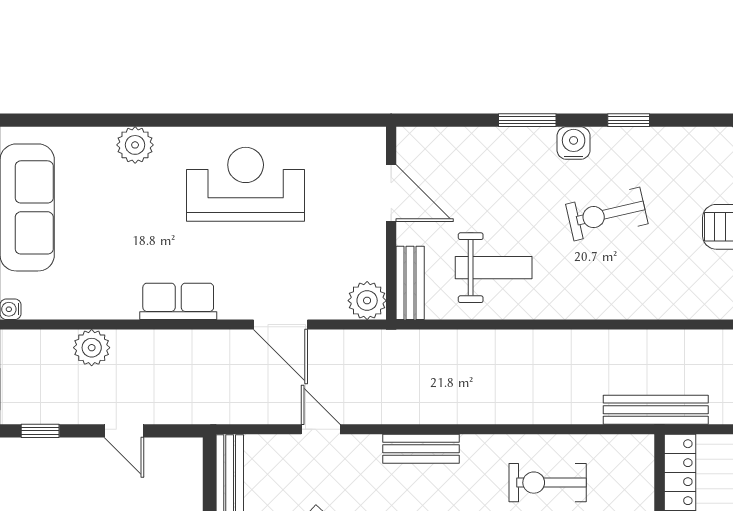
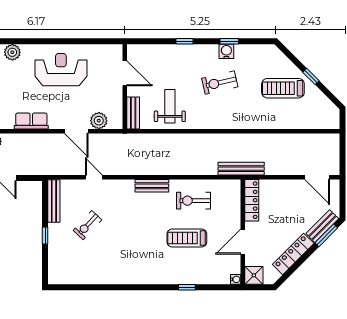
window: (527, 120) -> (185, 41), width x0.67
water cooler: (574, 143) -> (226, 51), moved
weight bench: (494, 268) -> (170, 106), turned -90
plant: (367, 301) -> (99, 121), moved
bench: (421, 449) -> (152, 186), moved

